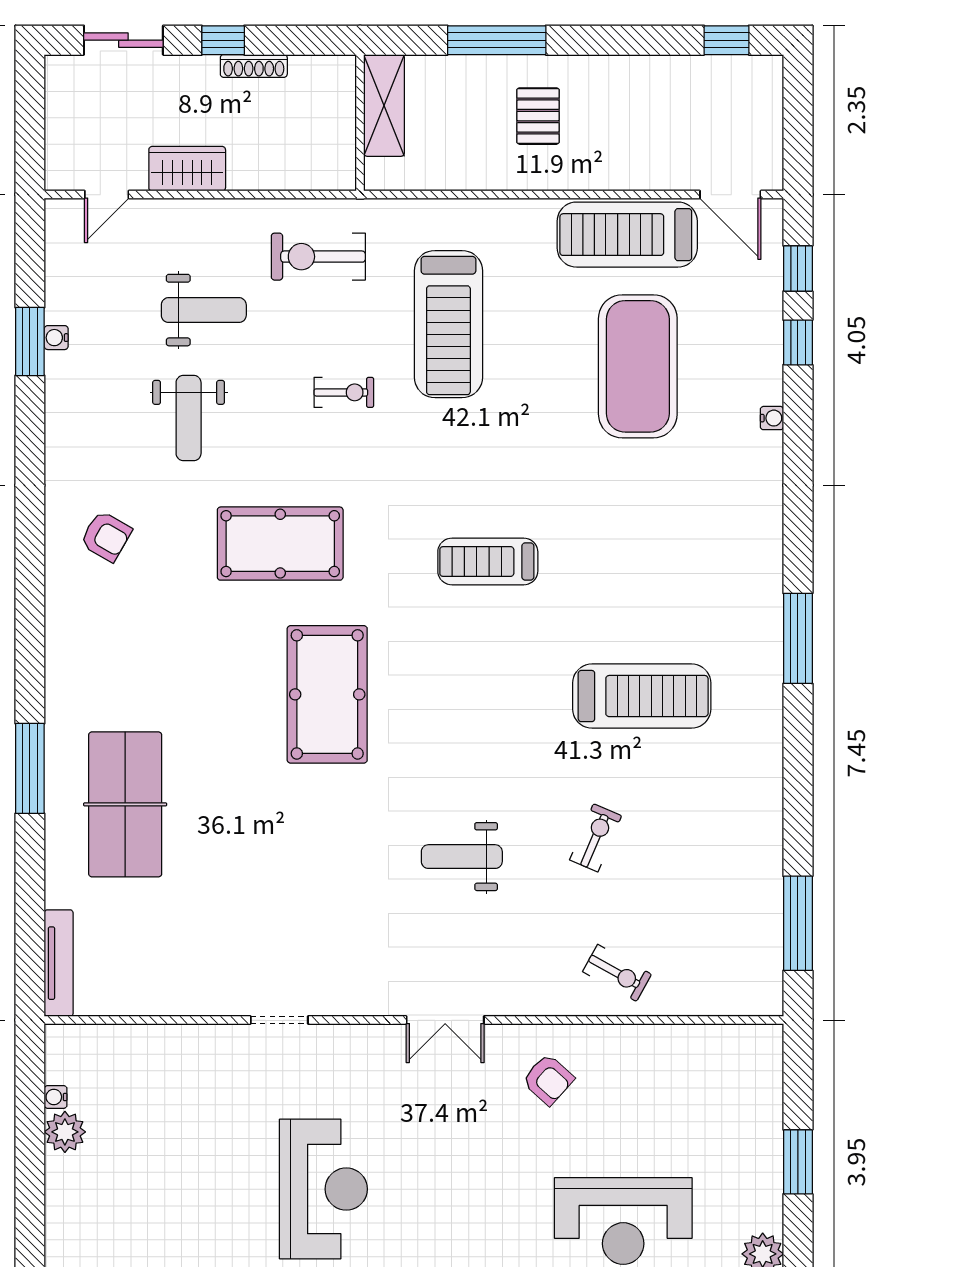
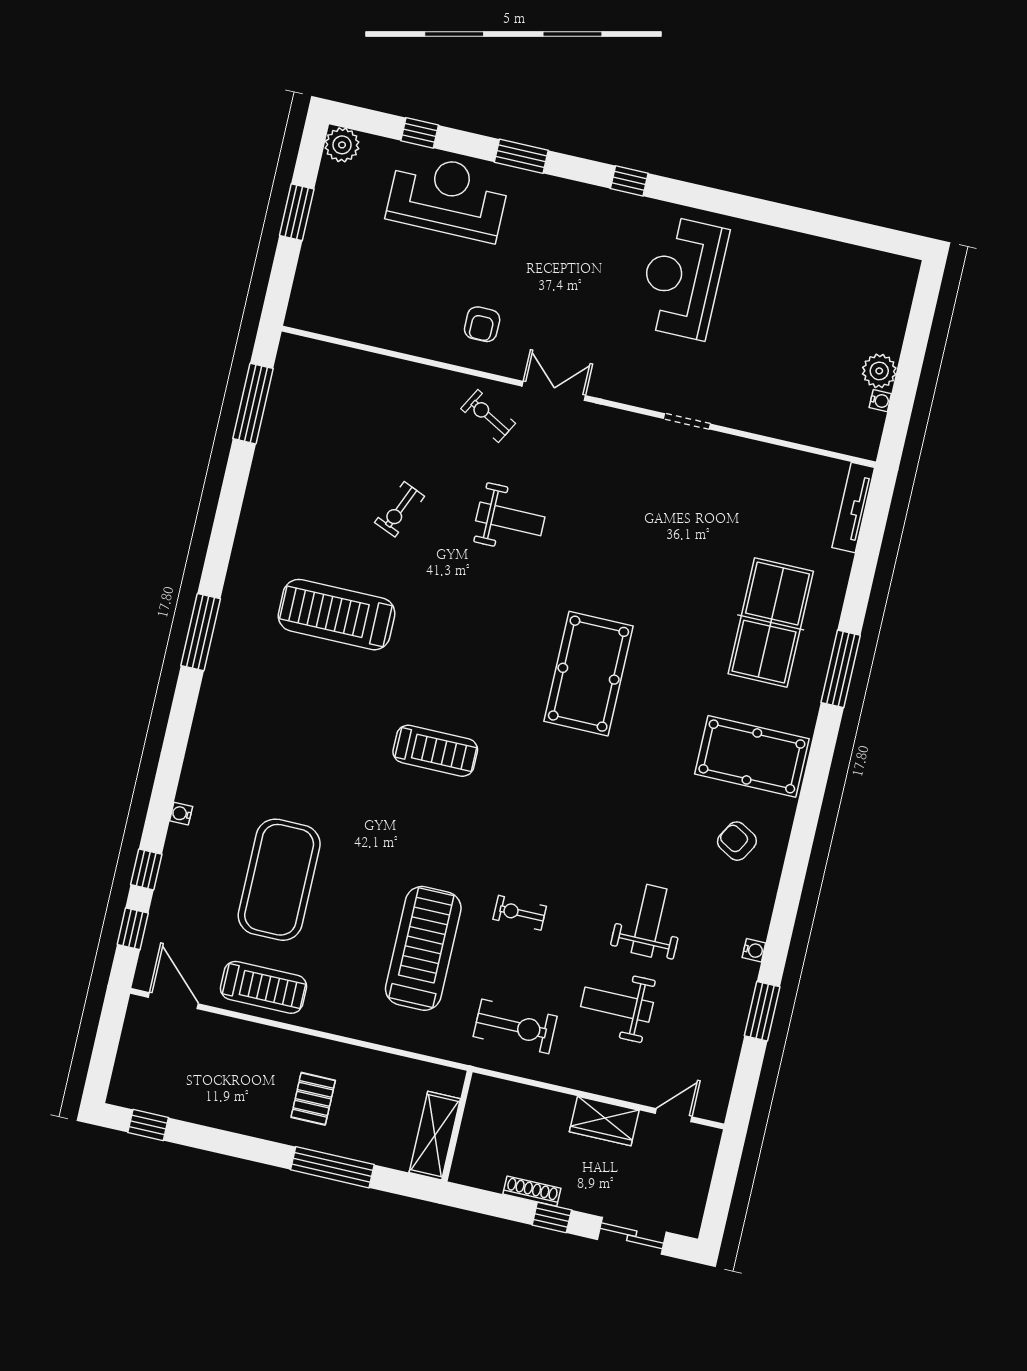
treadmill: (627, 235) -> (263, 987), width x0.73, depth x0.73
water cooler: (56, 338) -> (754, 950), moved
pool table: (280, 544) -> (752, 756), moved
exercise bike: (617, 973) -> (488, 416), moved
armchair: (548, 1079) -> (482, 324), turned -132

